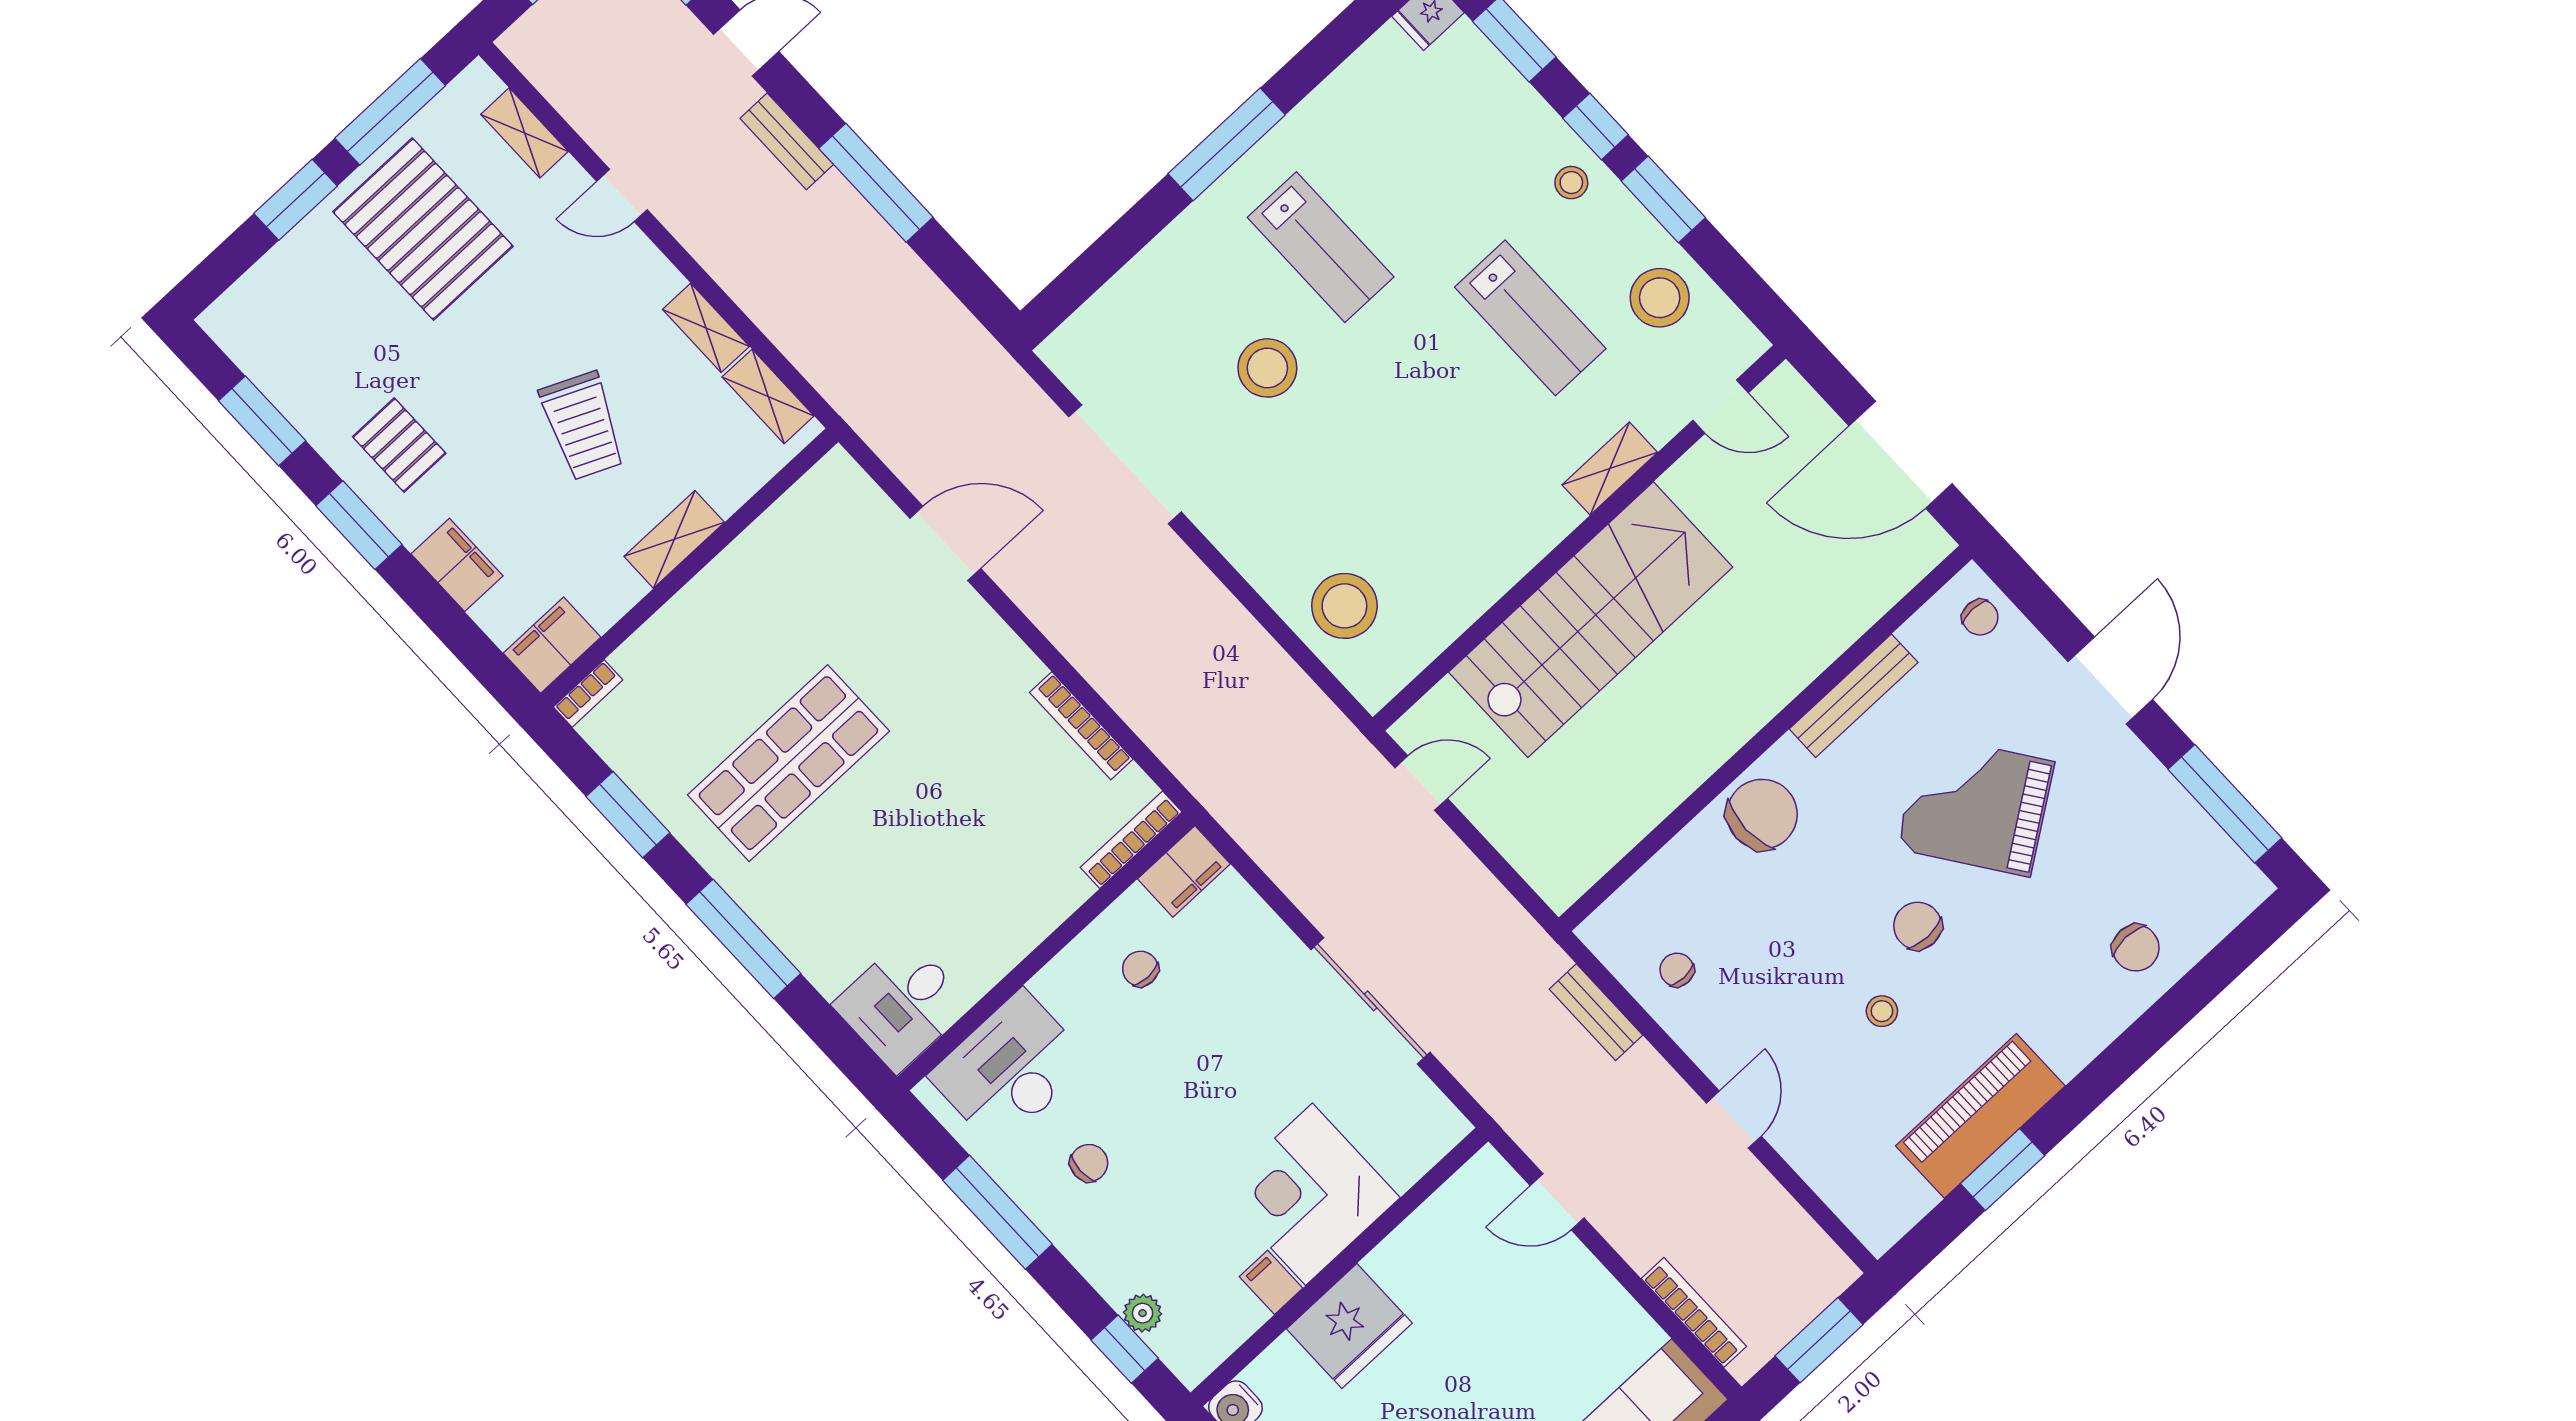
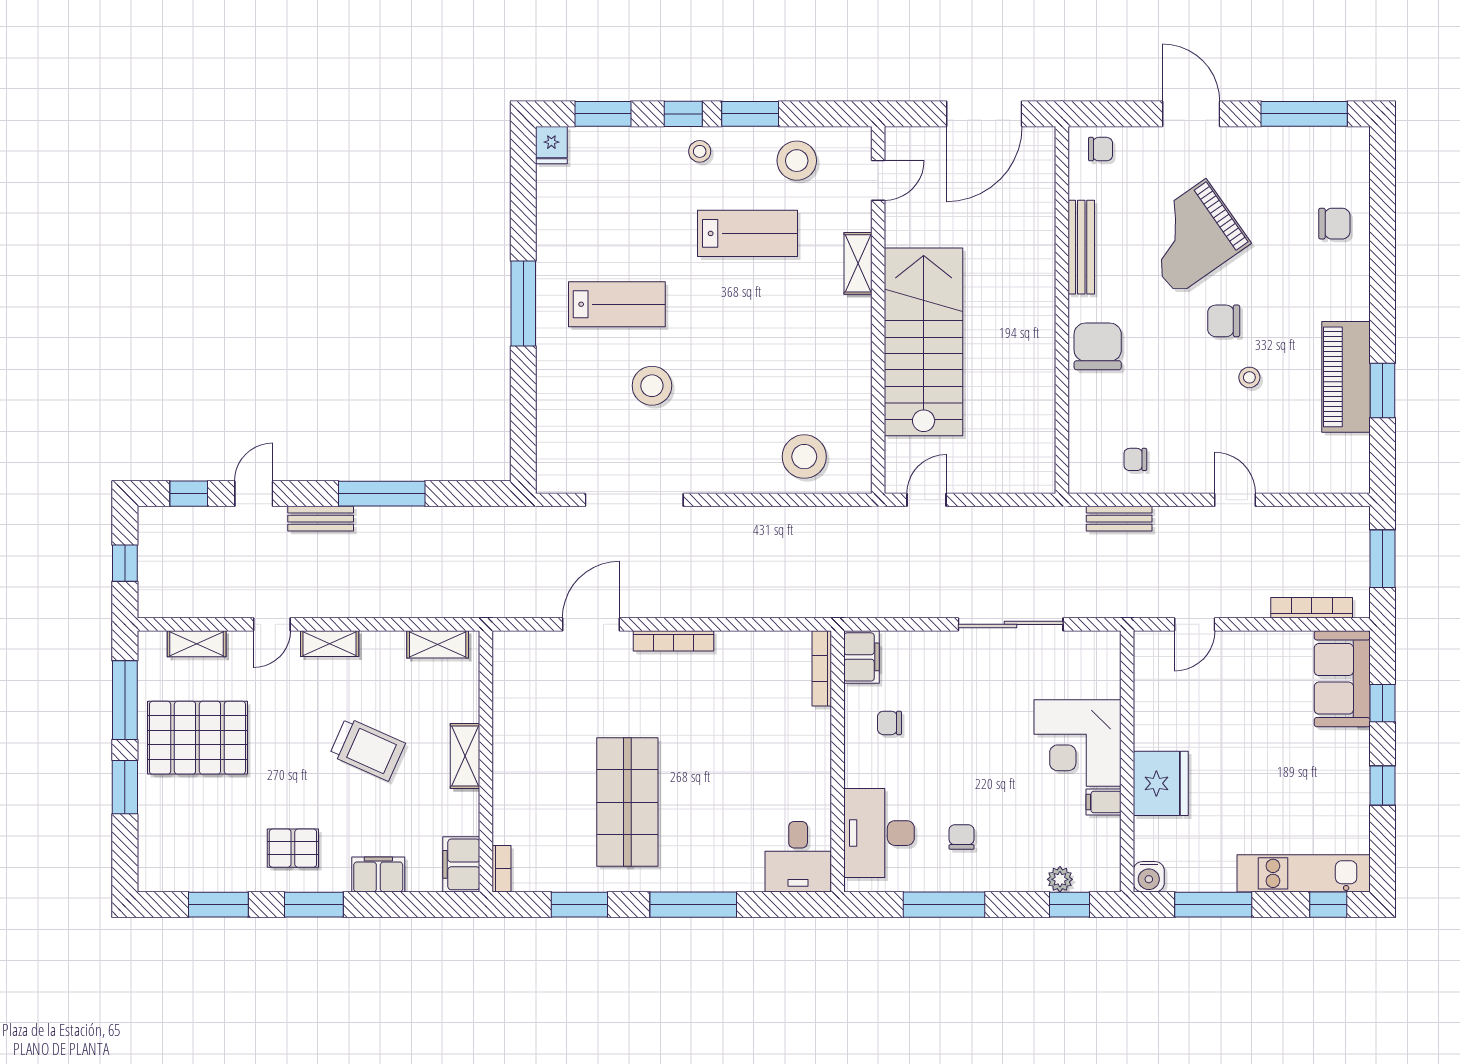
shelving: (706, 328) -> (330, 644), moved
bookcase: (1081, 726) -> (673, 641), moved

